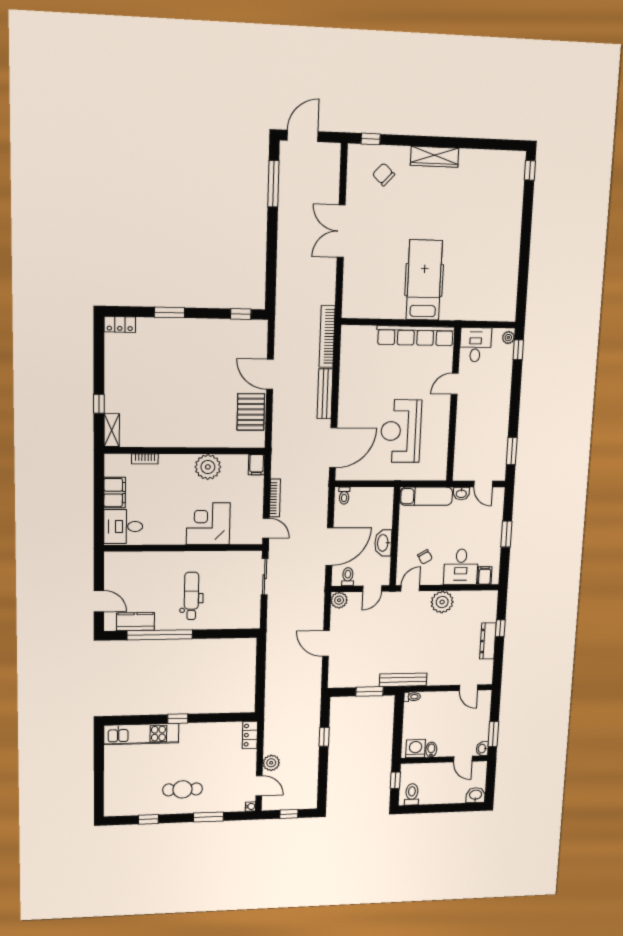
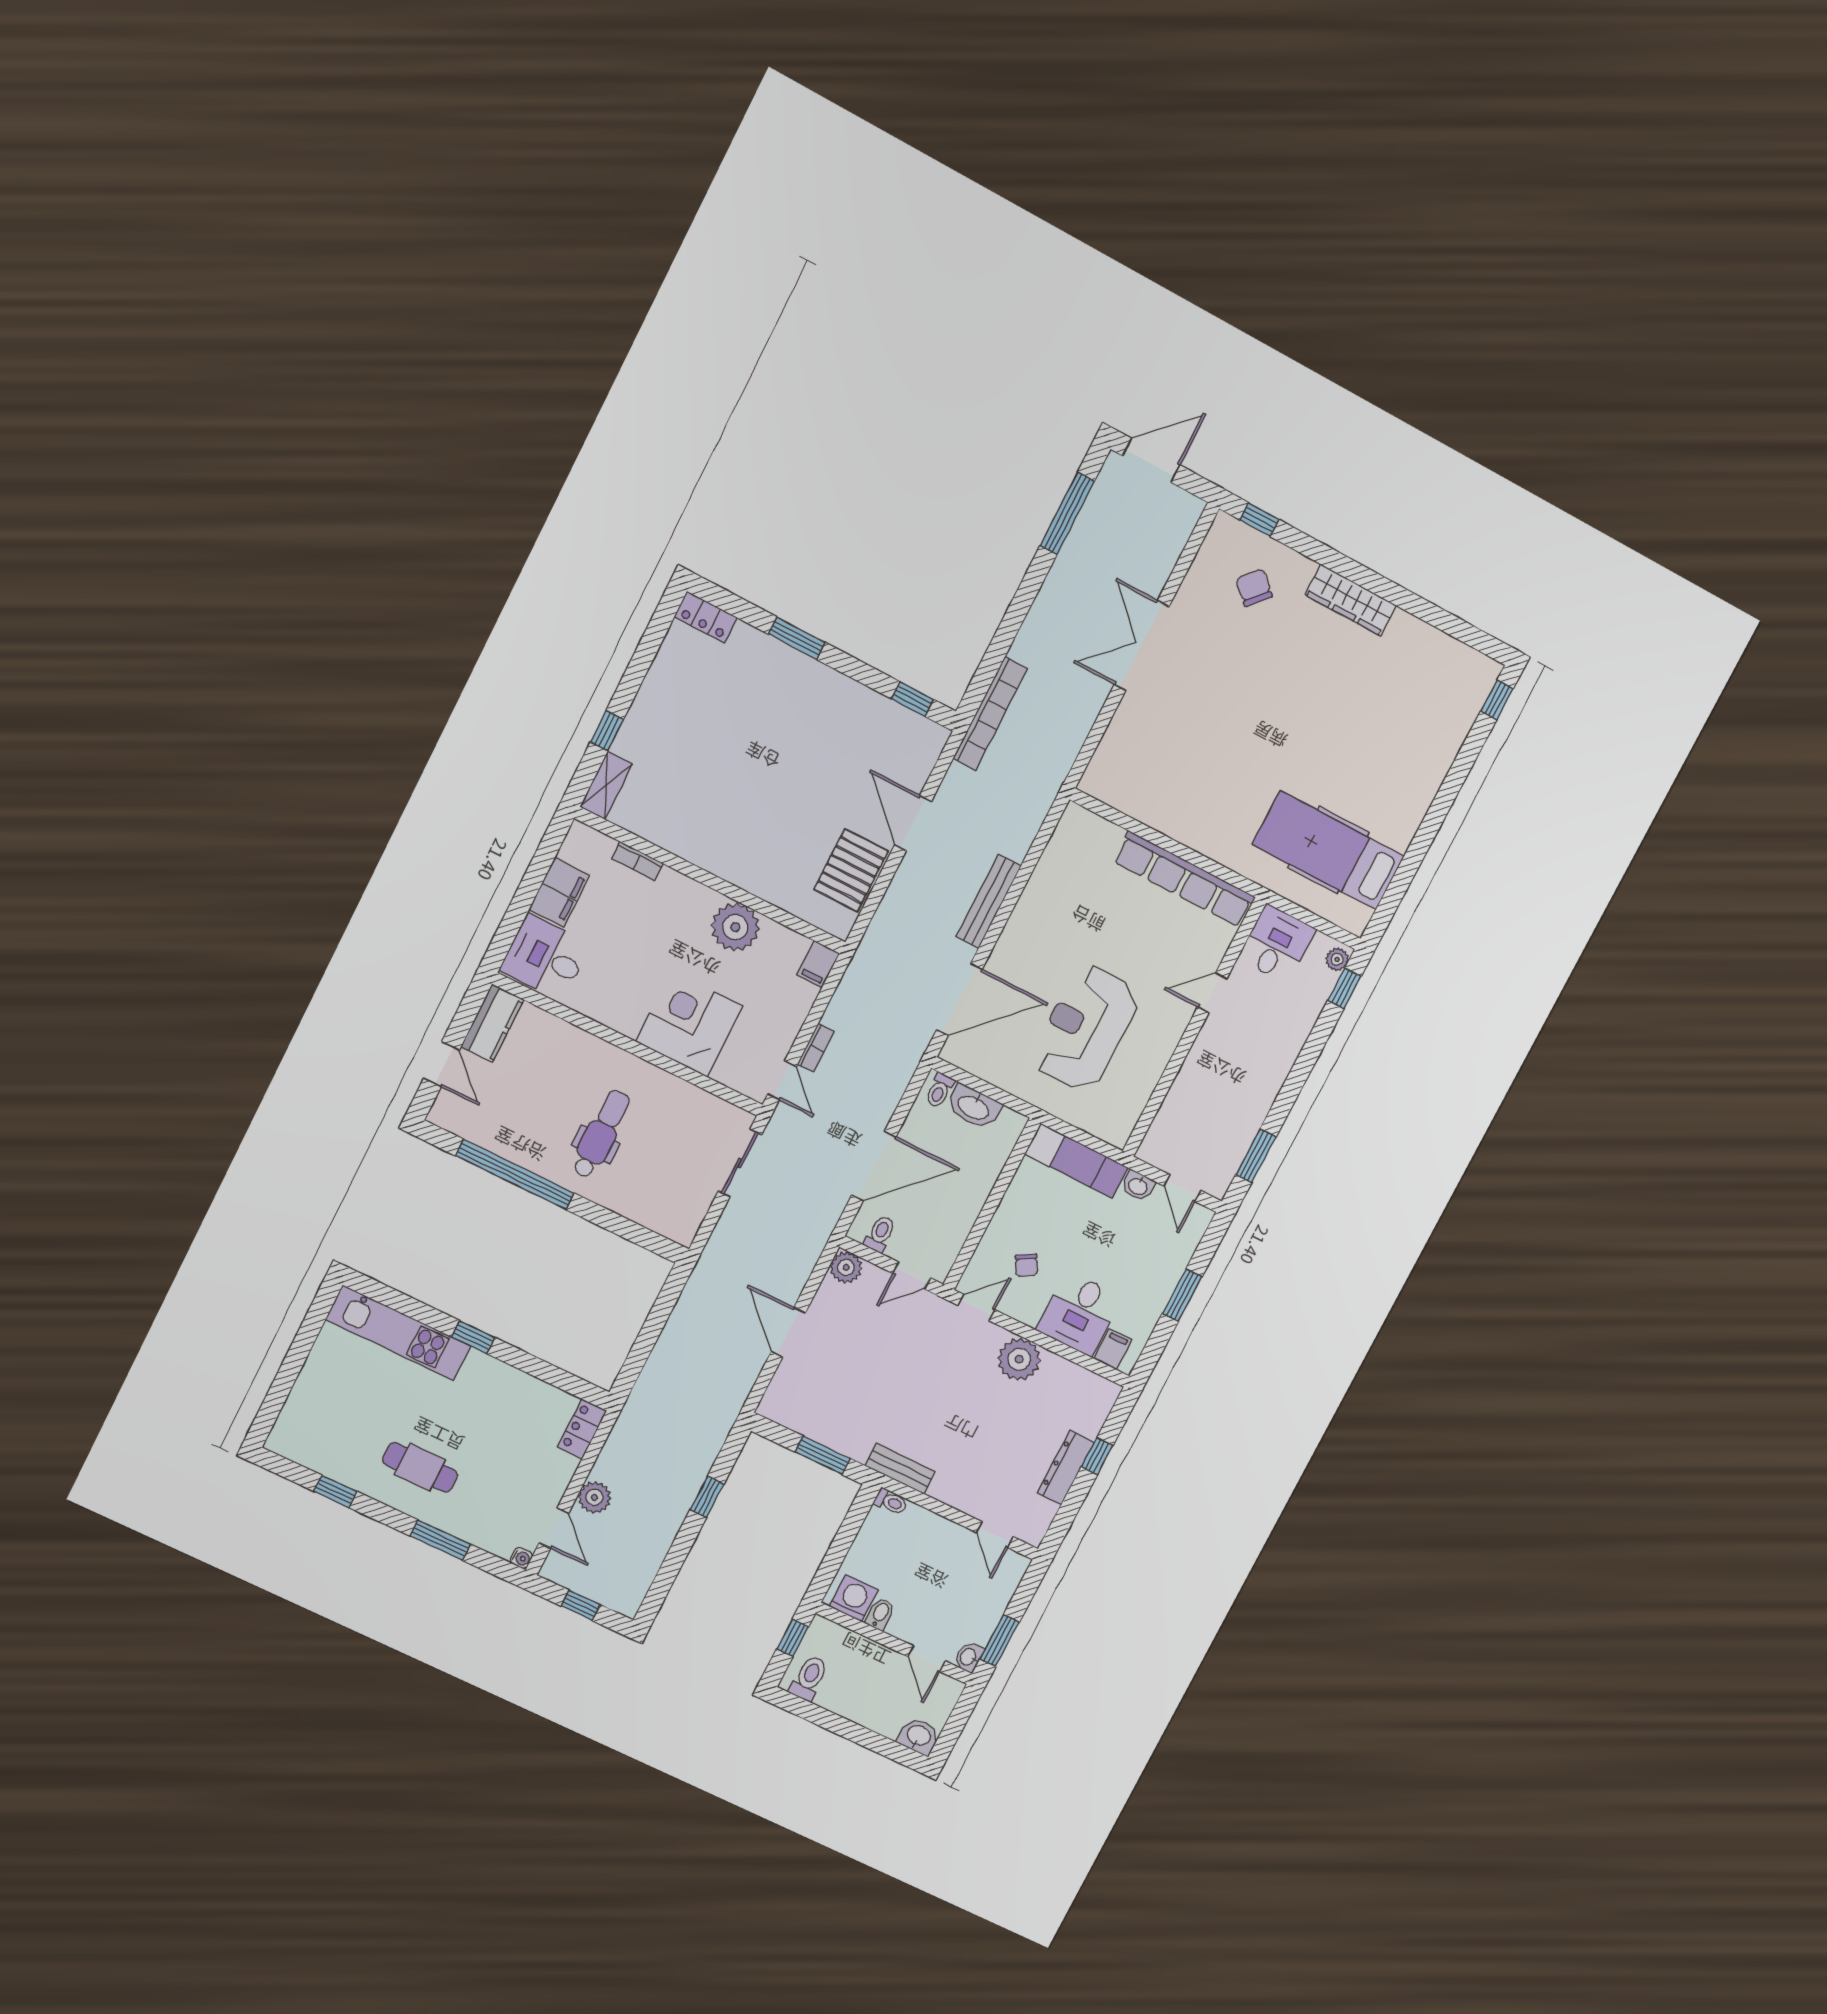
hospital bed: (424, 280) -> (1328, 850), moved, turned -90
bookcase: (327, 337) -> (990, 714), moved, turned 180
bookcase: (275, 498) -> (816, 1048), width x0.64
washbasin: (383, 543) -> (974, 1107), moved, turned -90
kitchen counter: (136, 622) -> (492, 1024), moved, turned 90
bench: (403, 680) -> (900, 1469), width x0.73

